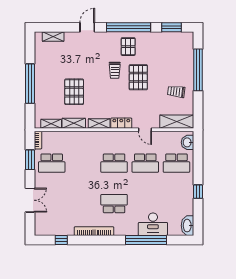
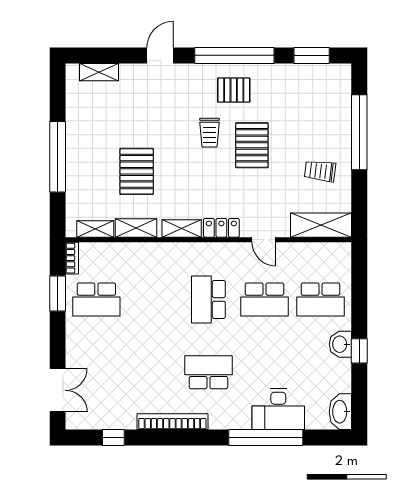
pallet: (128, 47) -> (234, 90), turned 90
washbasin: (187, 142) -> (340, 344), moved
school desk: (114, 163) -> (208, 299), turned 90
double door: (30, 200) -> (58, 390), moved

